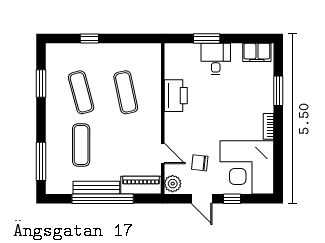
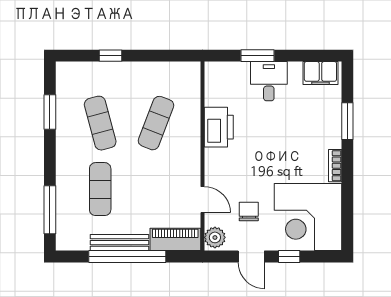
exercise mat: (126, 92) -> (156, 123), turned 33
chair: (200, 163) -> (249, 211), turned 84

